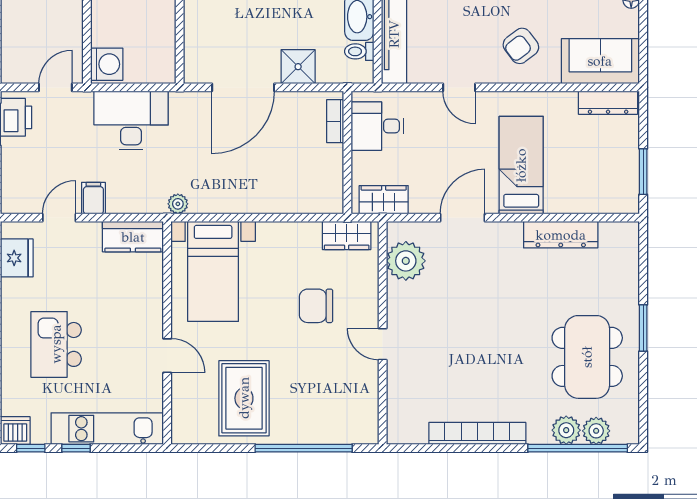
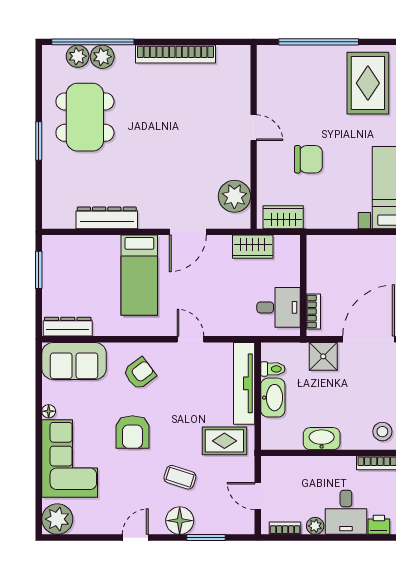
bookcase: (335, 121) -> (313, 311), moved
desk: (377, 126) -> (279, 307), moved
wall: (347, 153) -> (303, 286), moved

